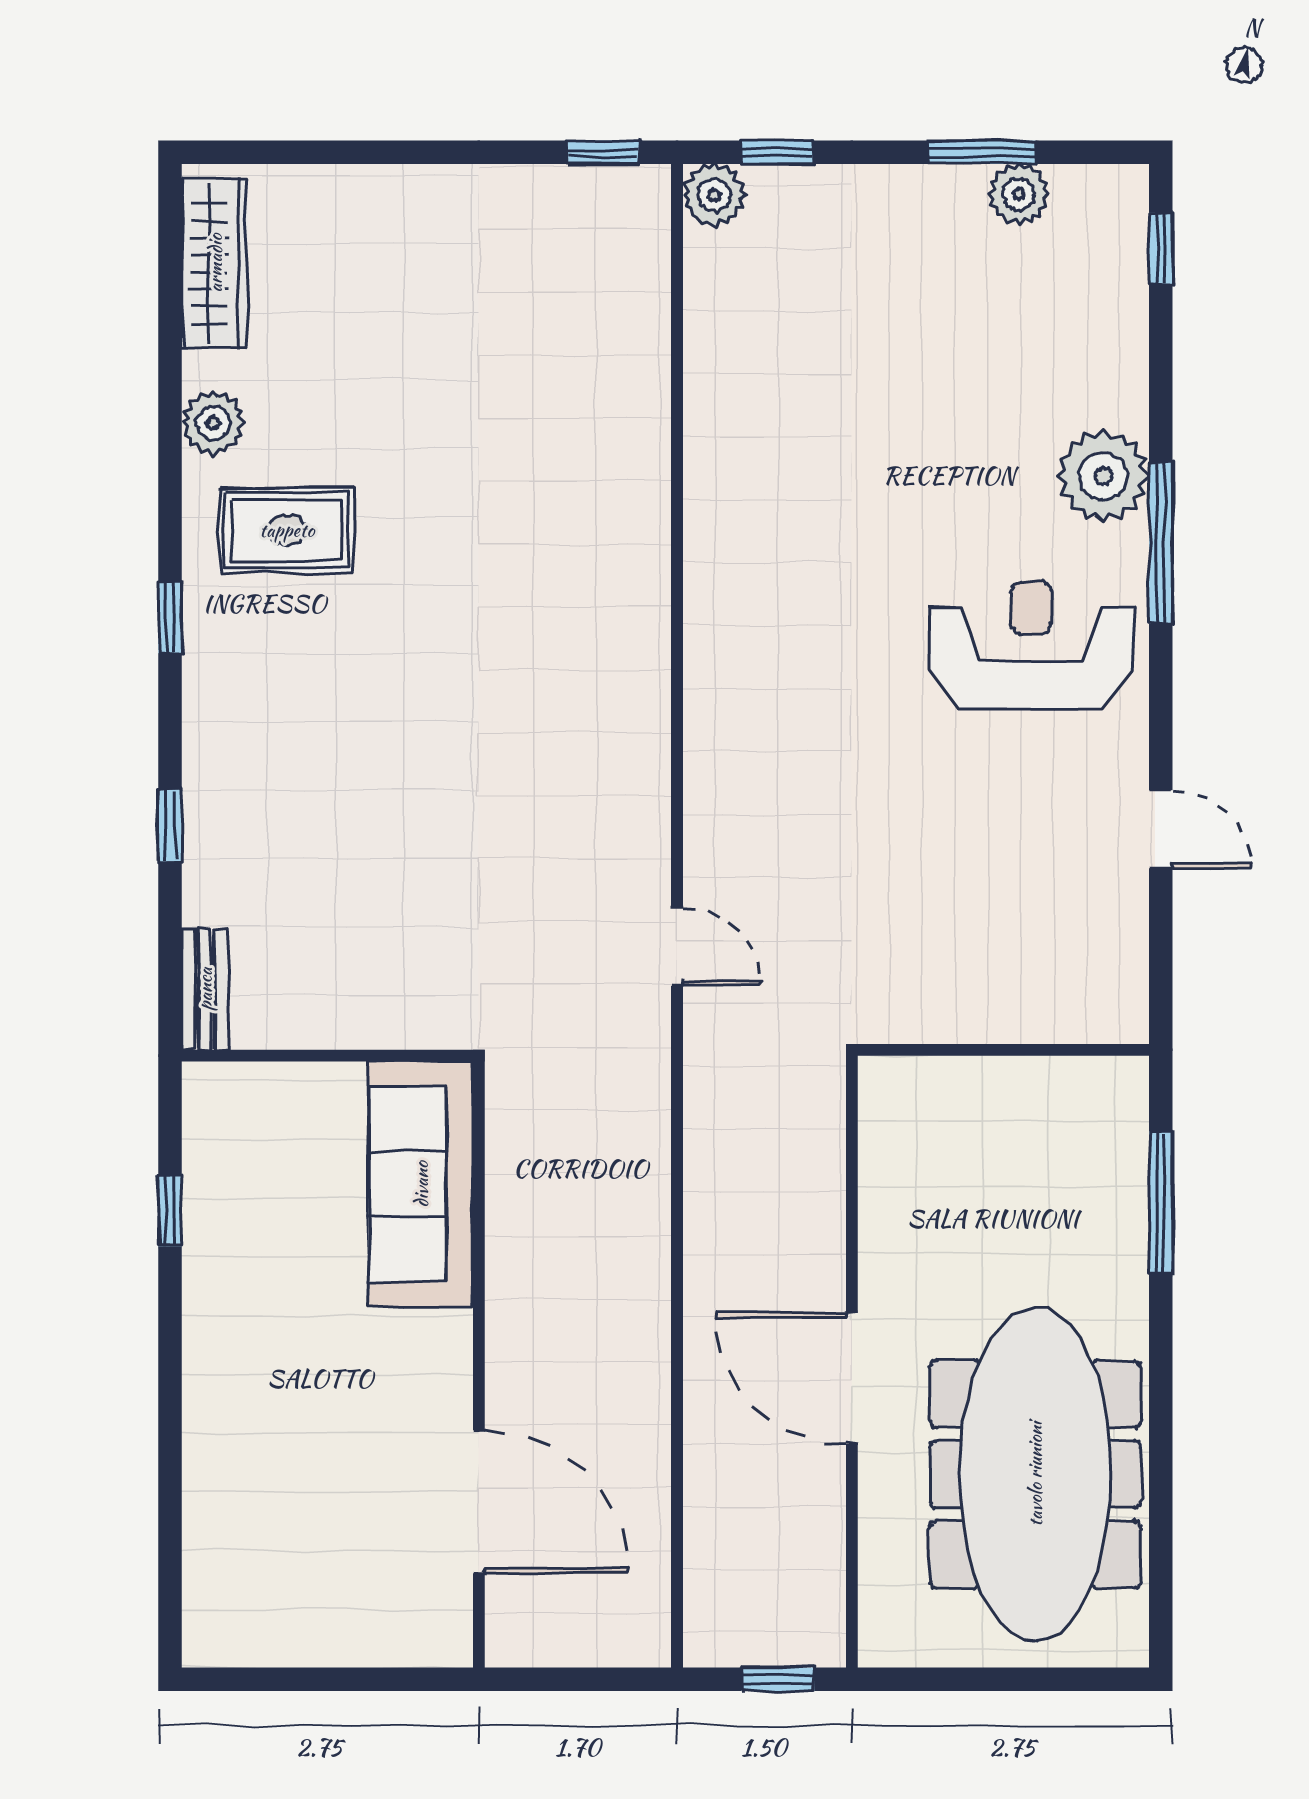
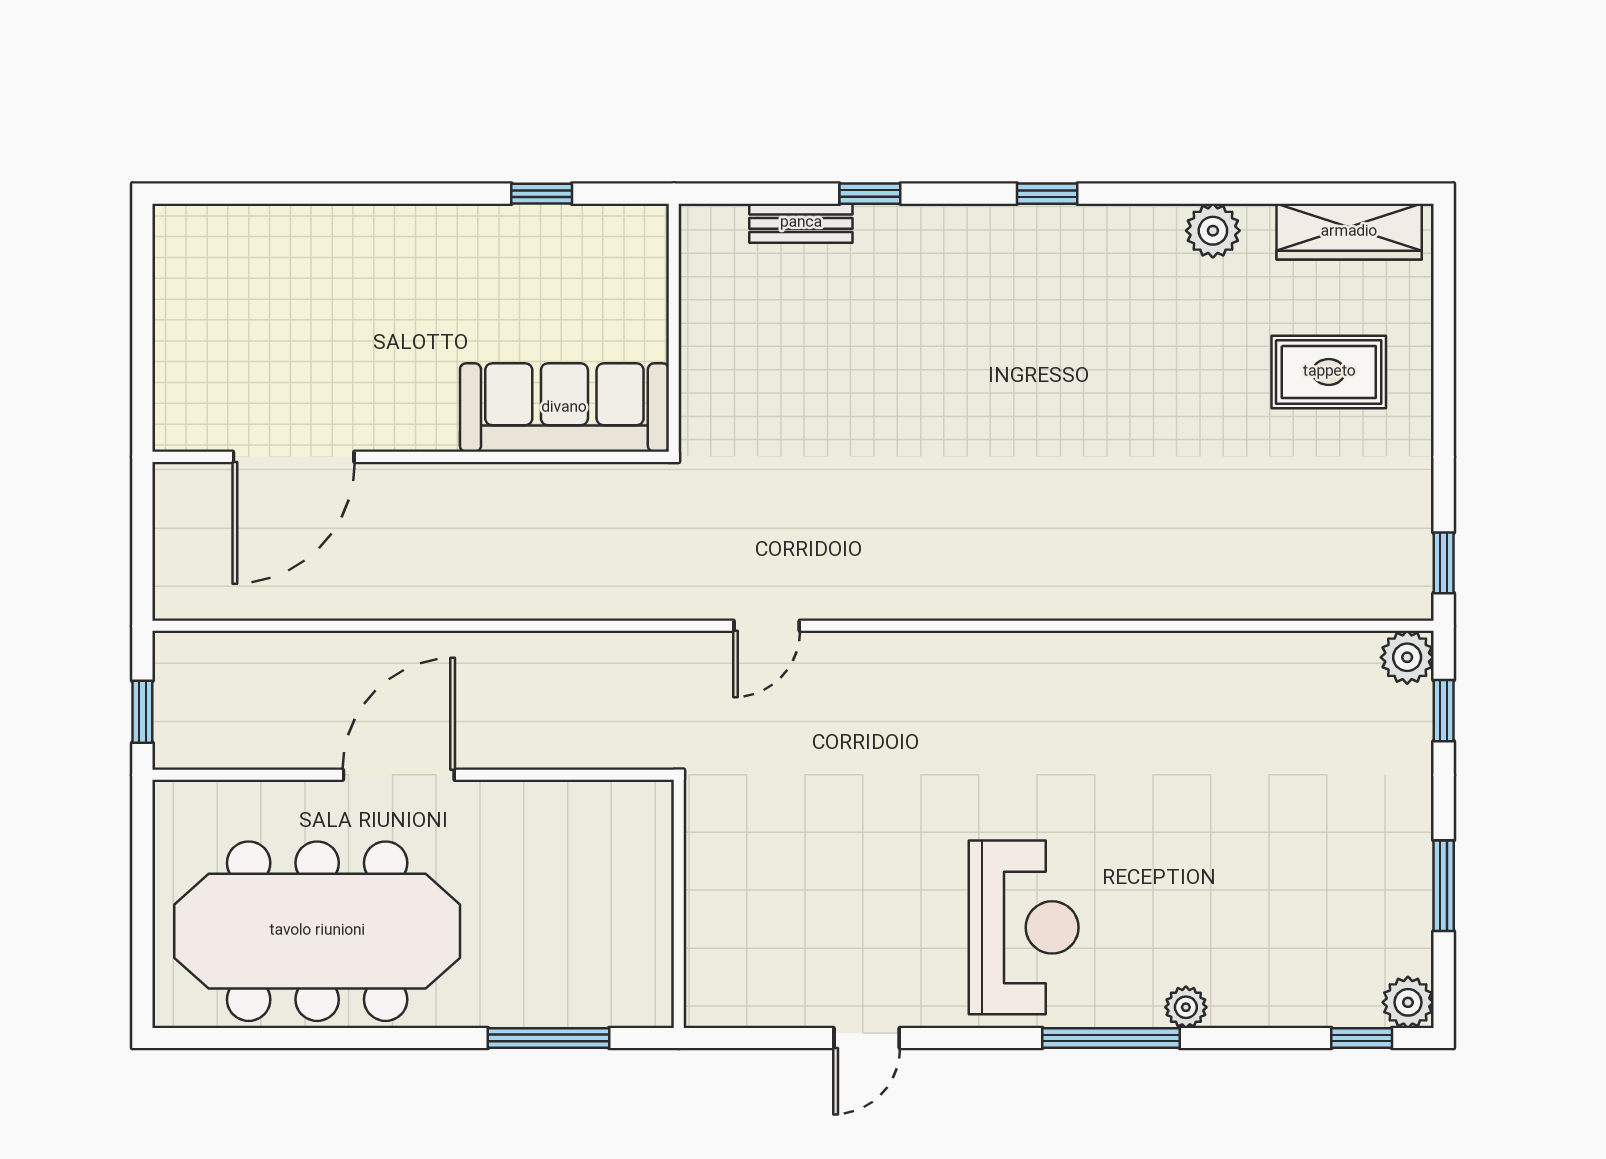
plant: (1019, 194) -> (1408, 1002), moved
plant: (1103, 476) -> (1186, 1007), width x0.53, depth x0.53
rug: (287, 530) -> (1329, 372), moved, turned 90
bench: (205, 989) -> (801, 223), moved

